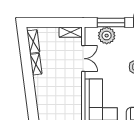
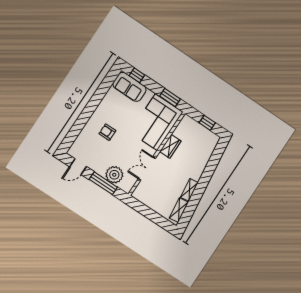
shelving: (71, 32) -> (143, 198), removed
wardrobe: (76, 90) -> (170, 146), added

